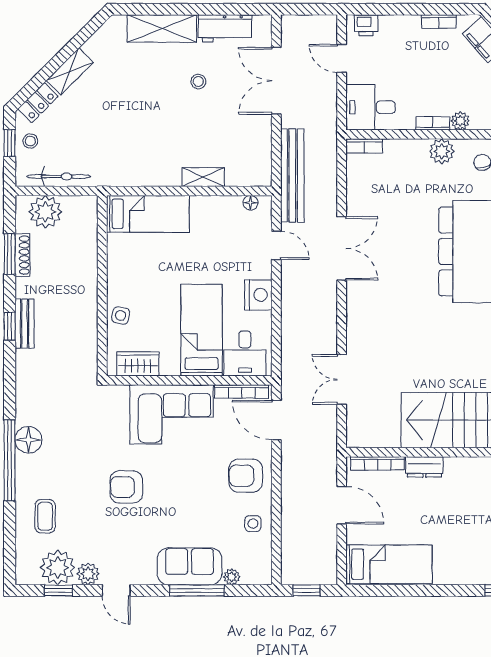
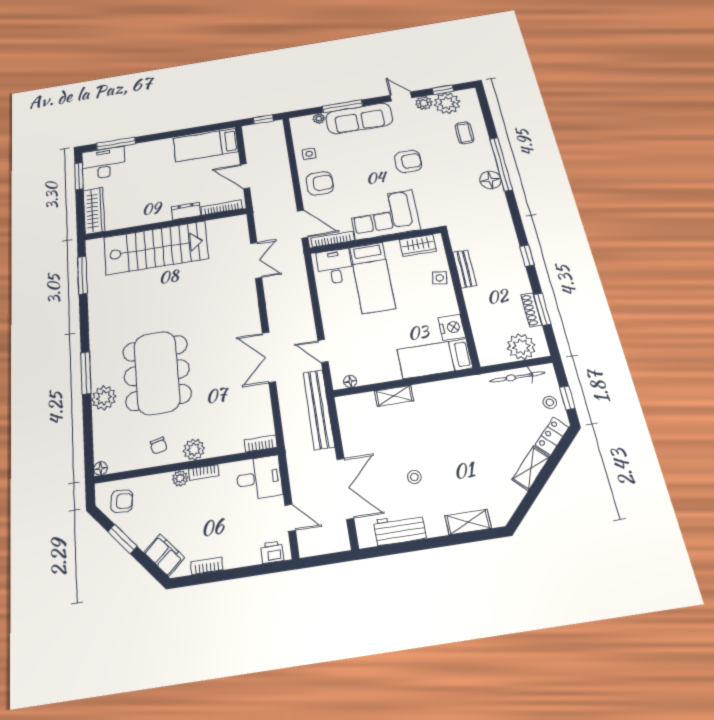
shelving: (162, 28) -> (468, 522), width x0.67, depth x0.75
nightstand: (258, 295) -> (452, 327), moved, turned 180
bench: (25, 324) -> (464, 269), moved
sofa: (190, 566) -> (359, 118), width x1.36

